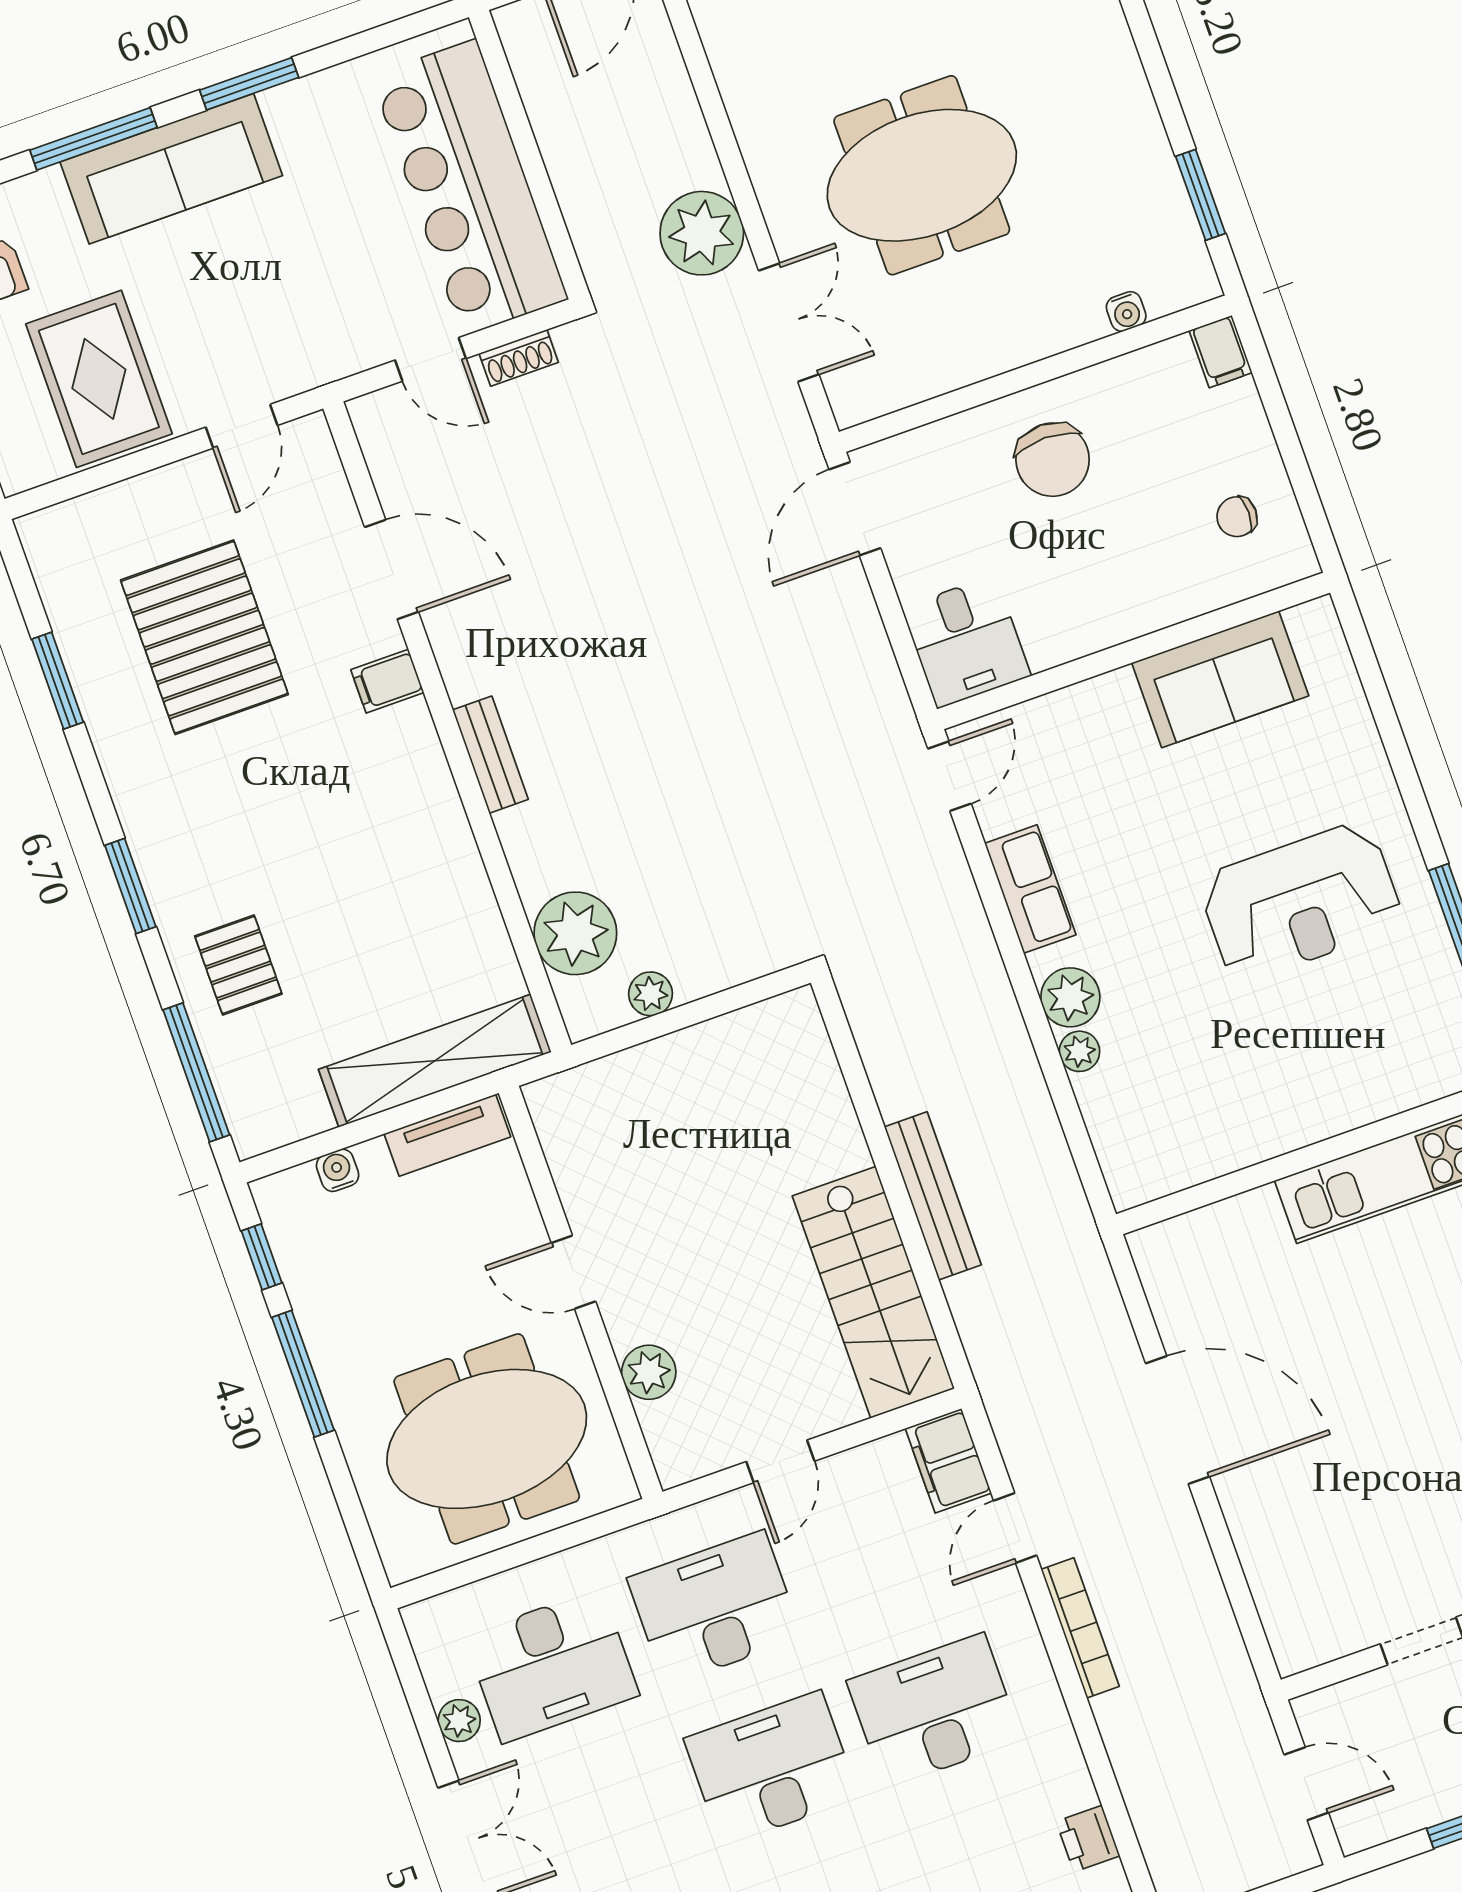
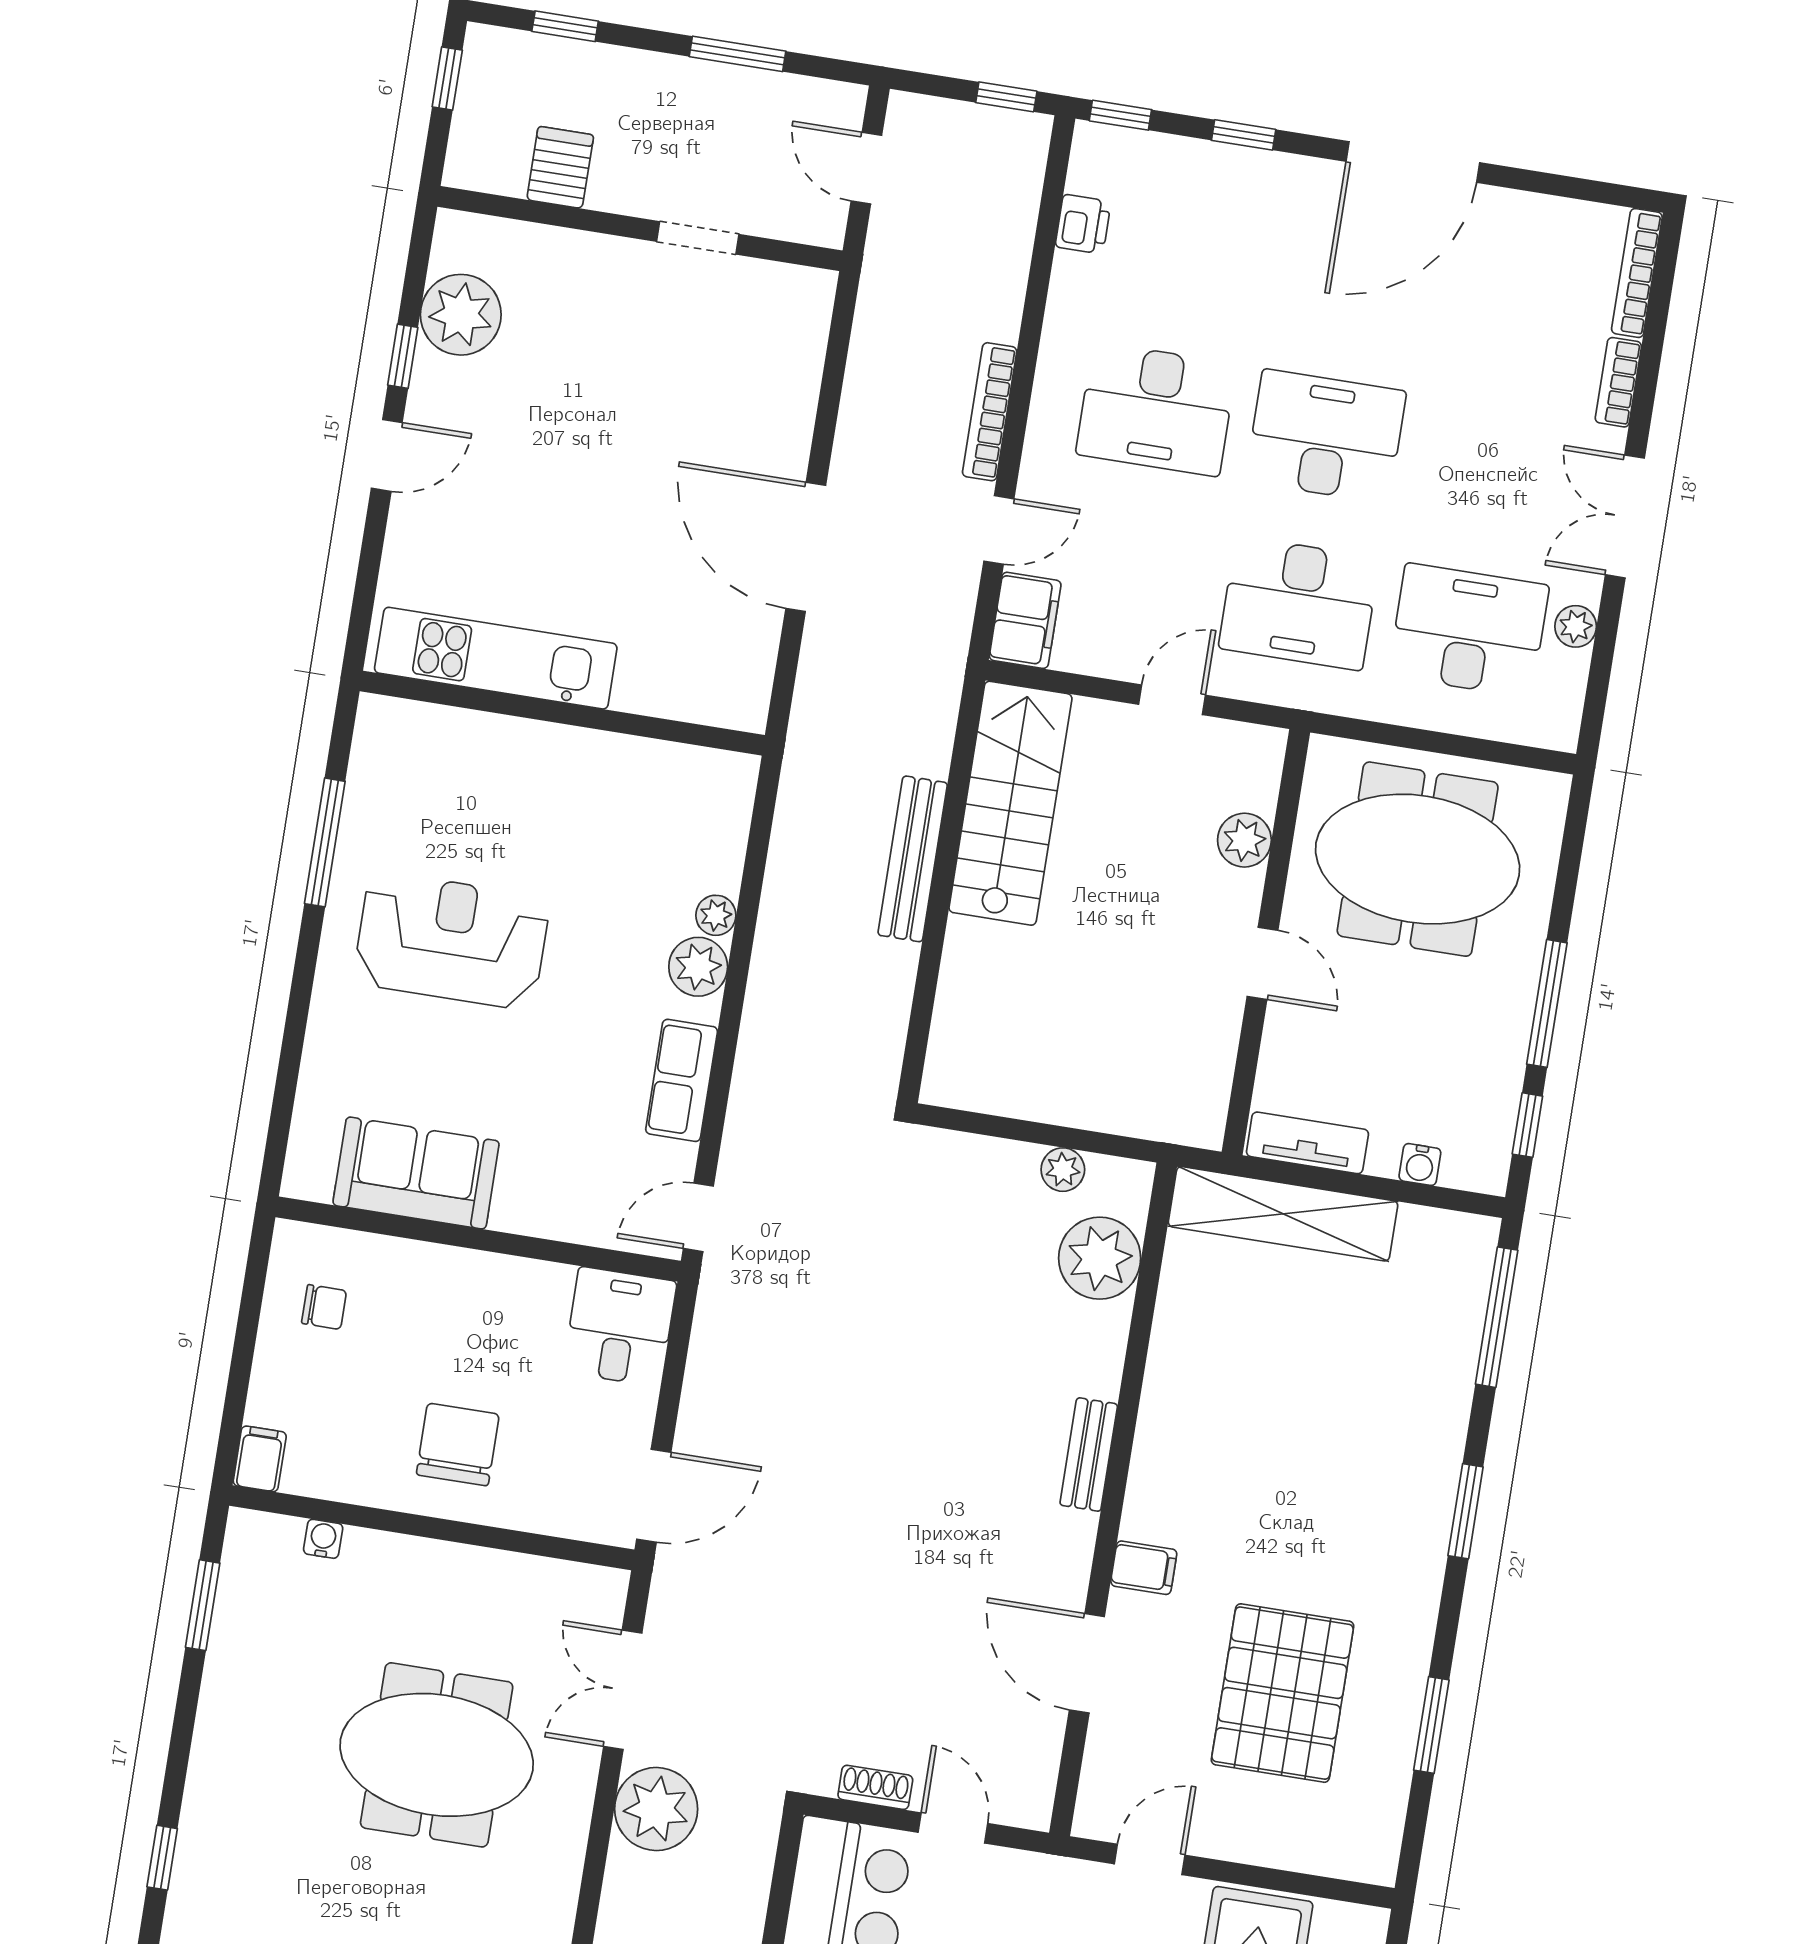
pallet: (238, 965) -> (1409, 1391), removed
desk: (771, 1768) -> (1326, 436), turned 180

